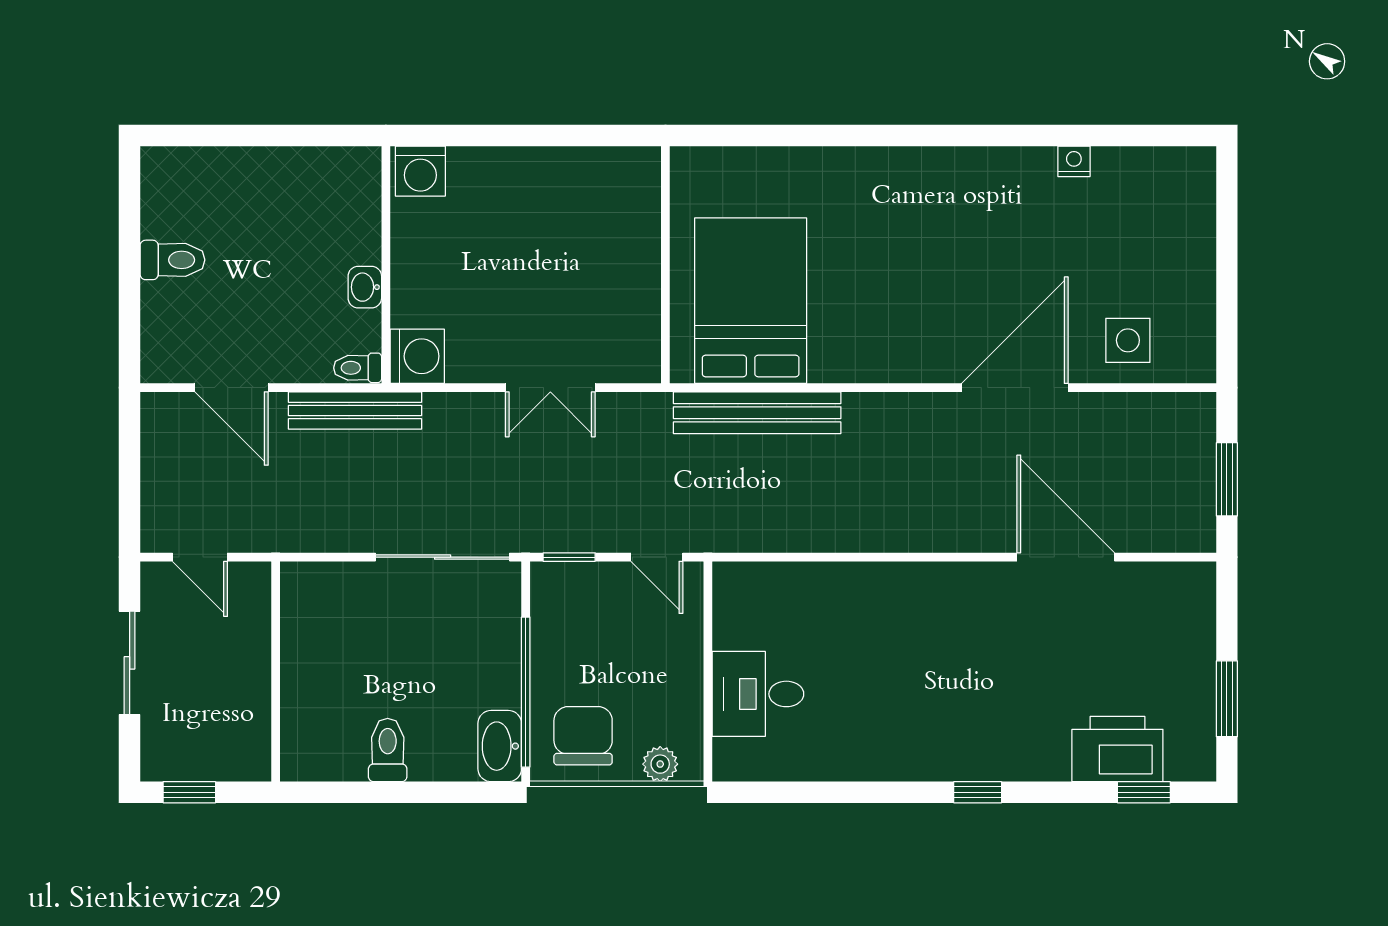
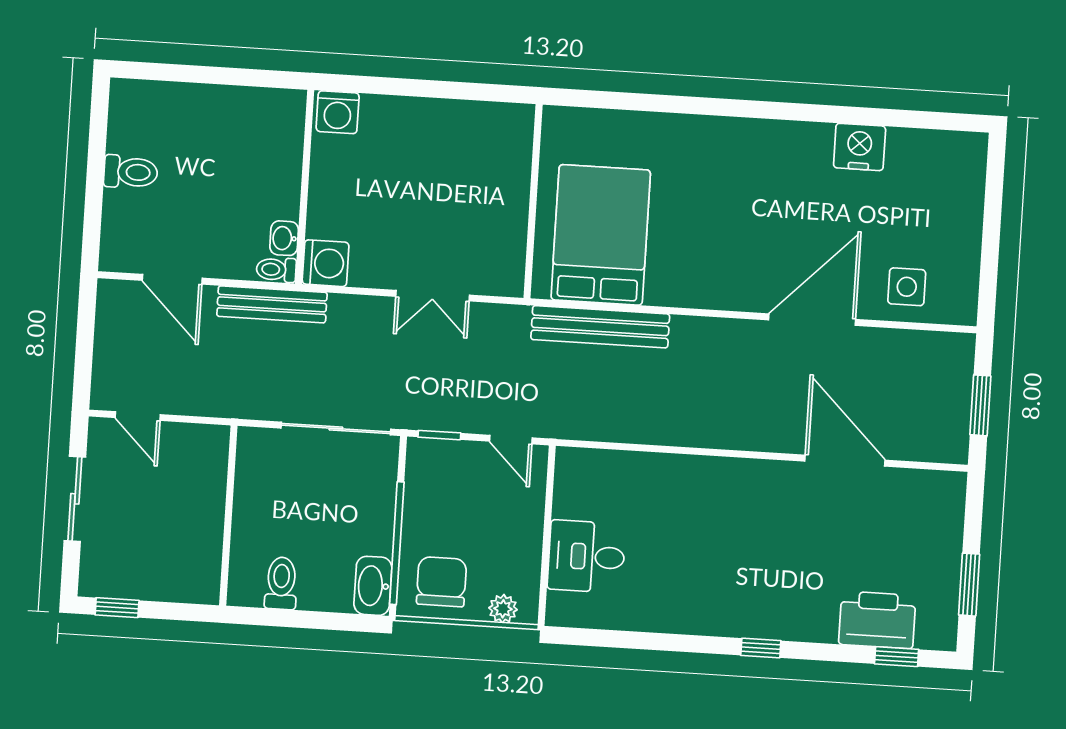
nightstand: (1074, 161) -> (860, 147), width x1.89, depth x1.79
washbasin: (365, 287) -> (284, 238), moved
wall: (276, 671) -> (228, 516), moved

